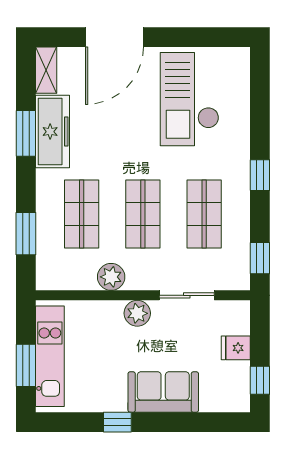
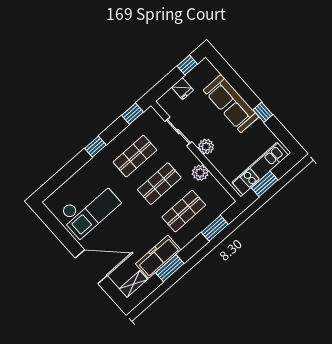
window: (26, 365) -> (265, 184), moved
sofa: (163, 392) -> (231, 104), width x1.36

